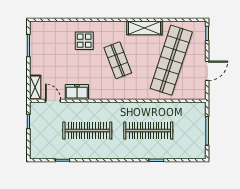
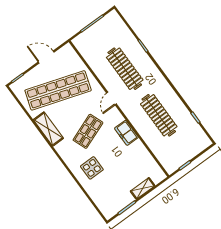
shelving: (35, 87) -> (143, 188), moved
freezer: (77, 92) -> (126, 133), moved
door: (53, 101) -> (112, 99), moved

